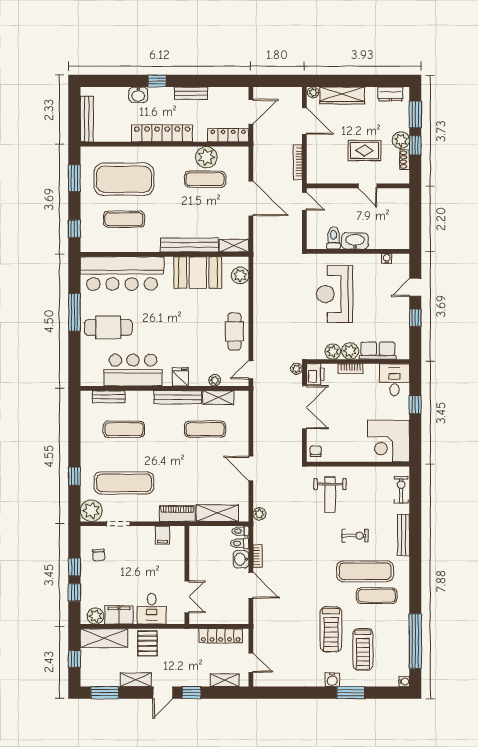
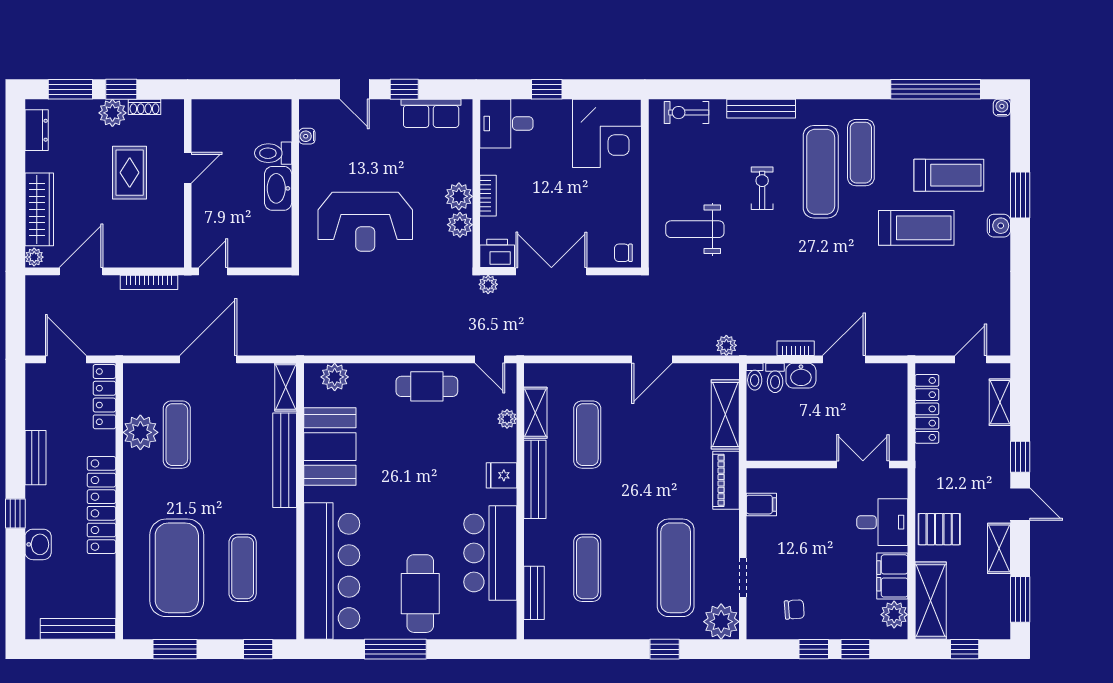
toilet: (333, 238) -> (273, 153), moved
row of seats: (378, 351) -> (431, 113), moved, turned -90
weight bench: (330, 495) -> (695, 229), turned 180

